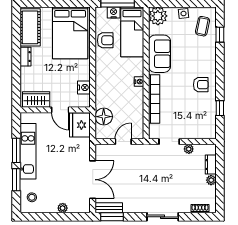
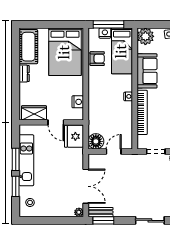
floor lamp: (104, 117) -> (96, 141), moved
plant: (63, 208) -> (79, 212), moved

